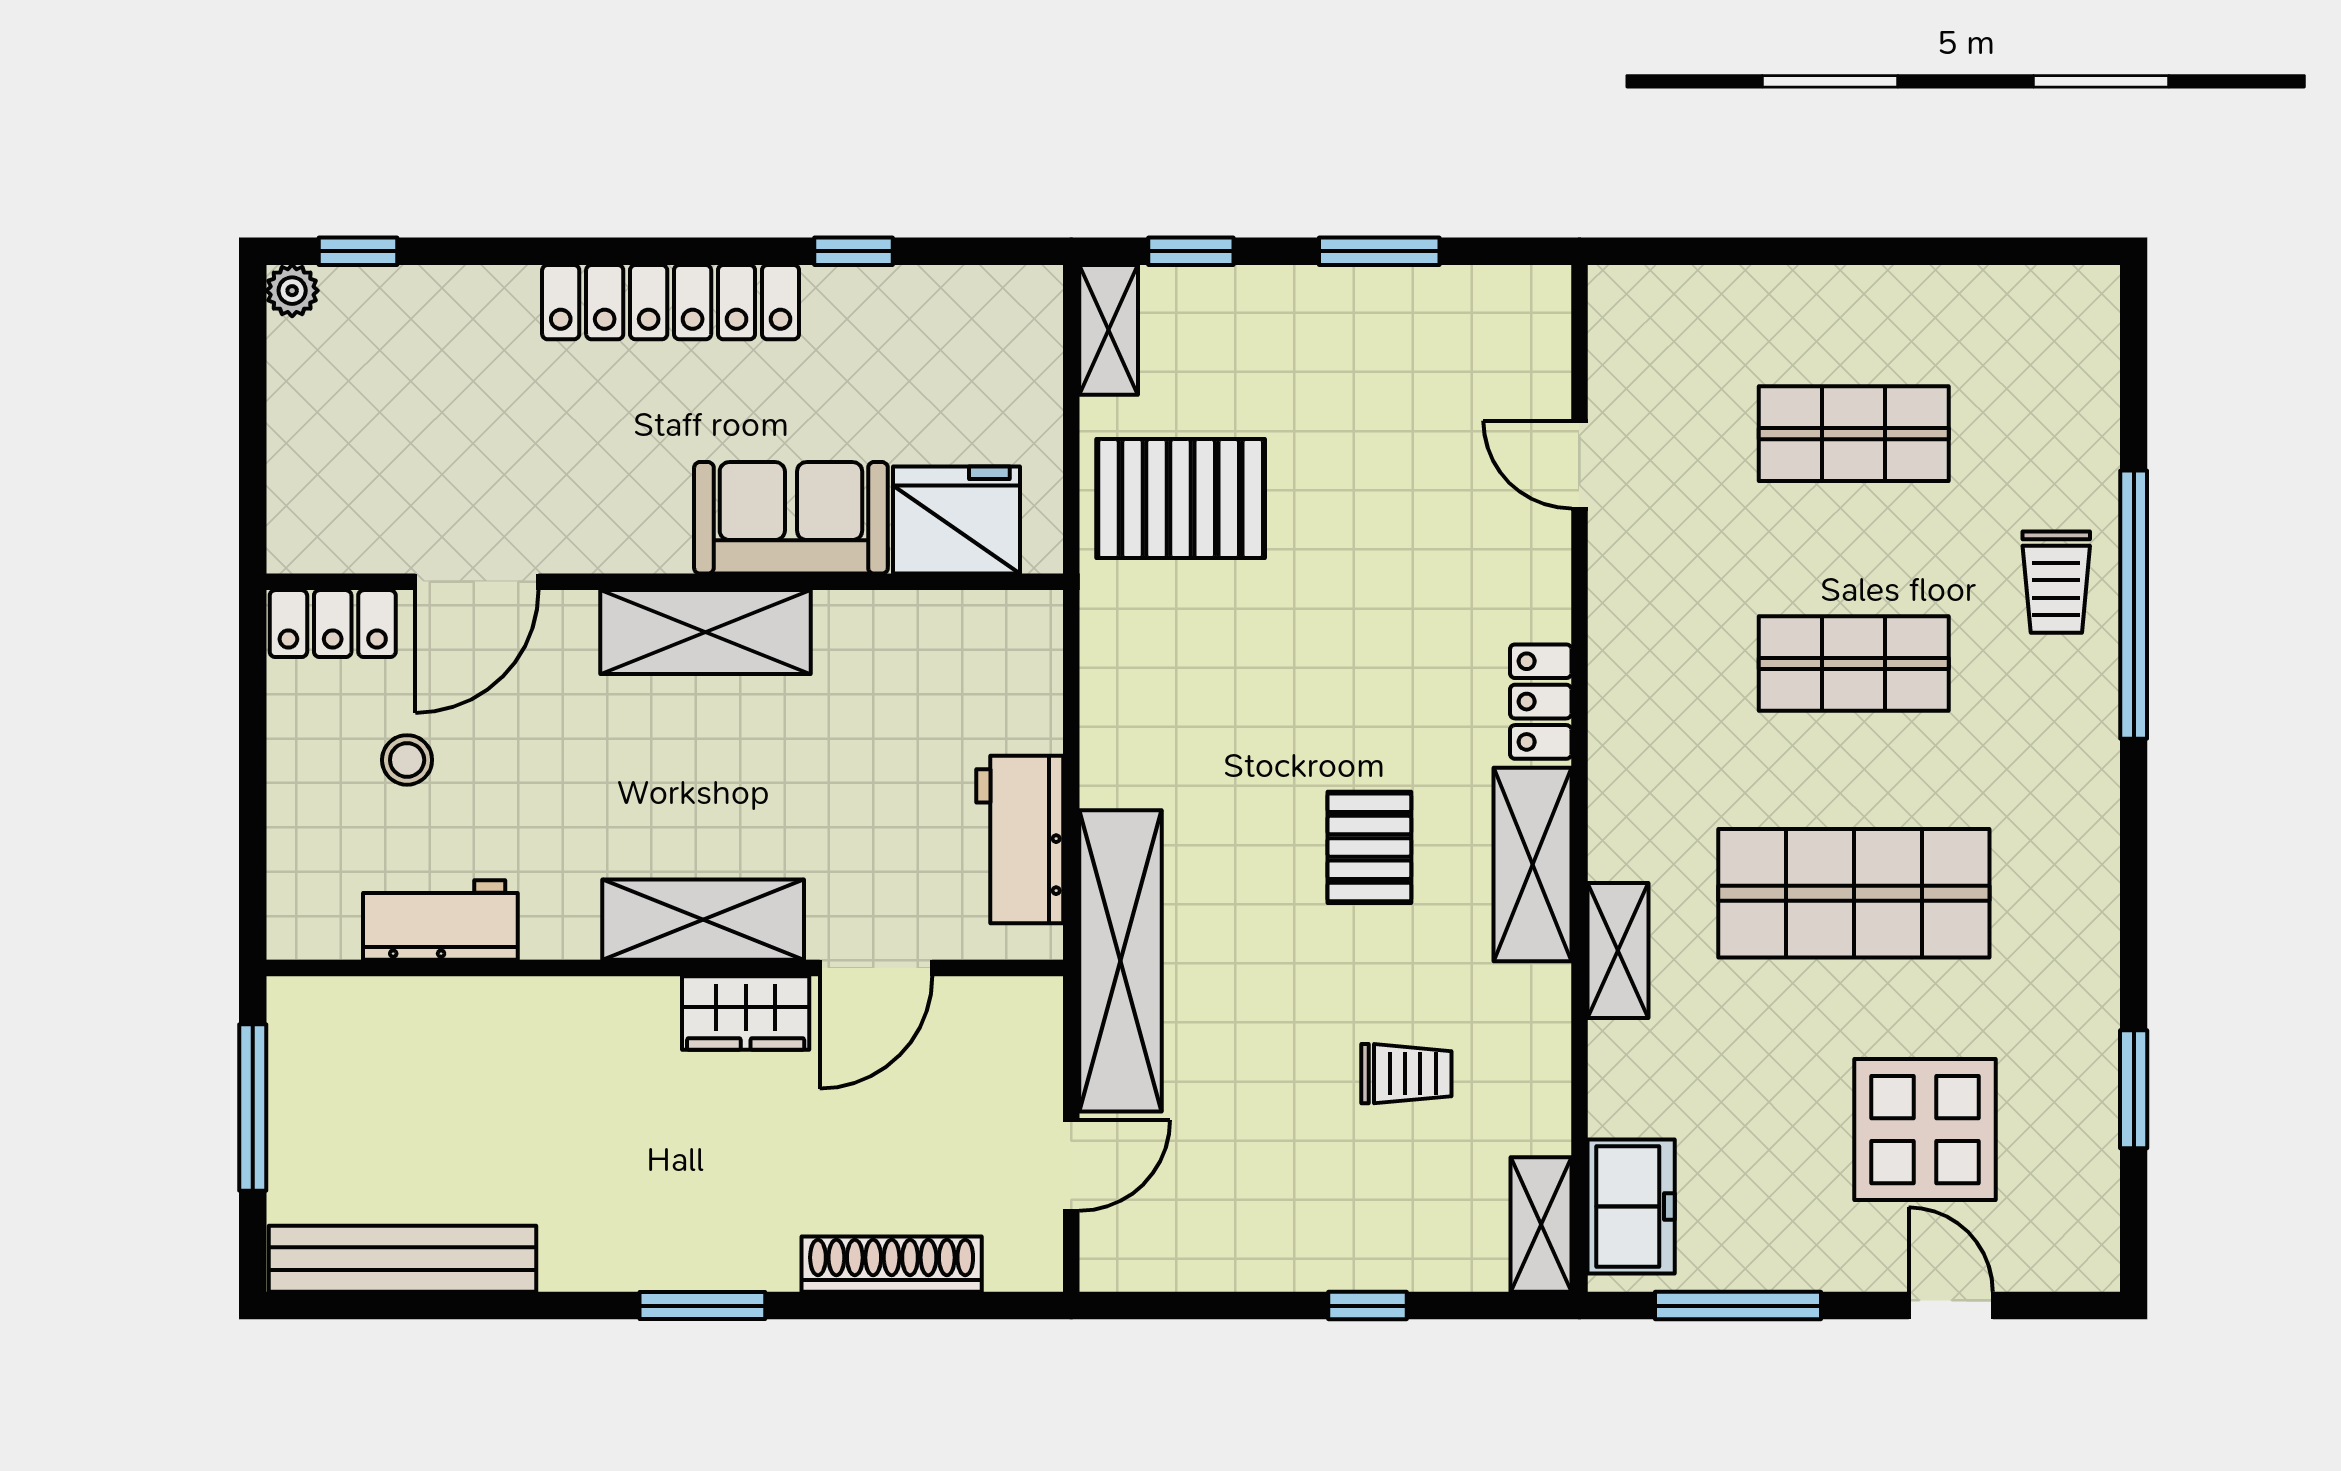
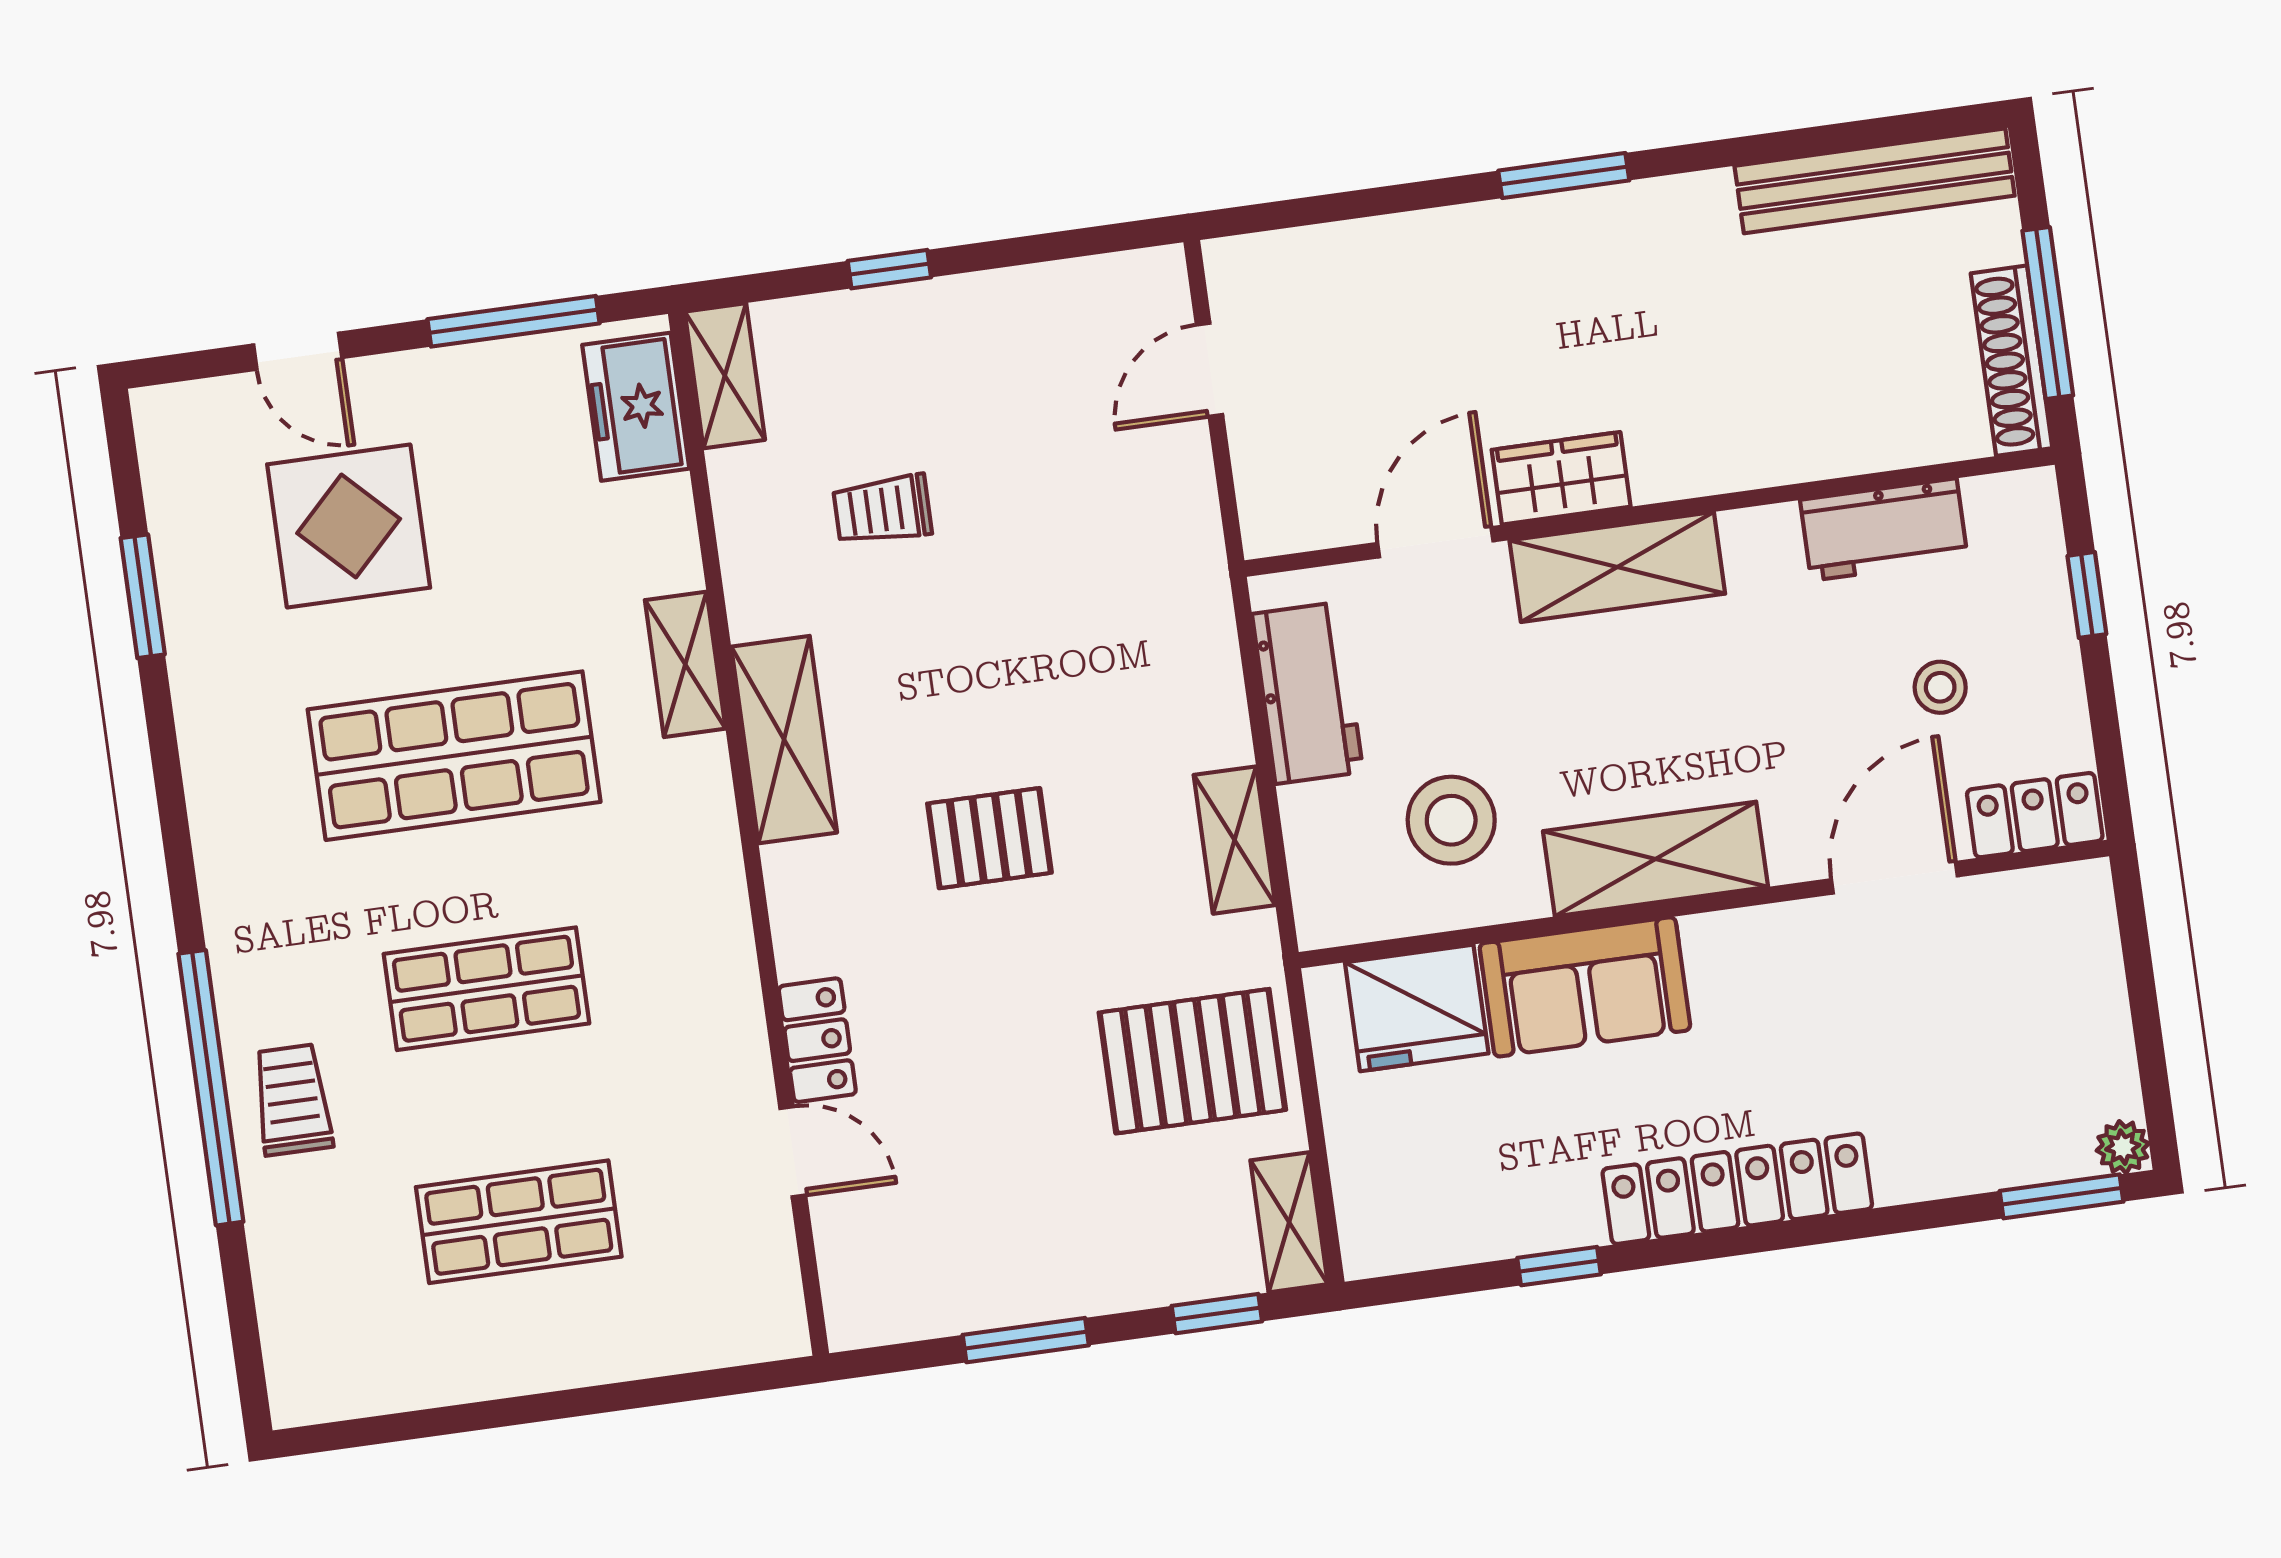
window: (358, 251) -> (2062, 1196), width x1.50
stool: (898, 697) -> (1451, 820), added
locker: (1541, 702) -> (817, 1040), moved
window: (253, 830) -> (2087, 595), added
pallet: (1369, 847) -> (989, 838), moved, turned 90
shelving: (1120, 961) -> (1235, 840), moved, width x0.45, depth x0.75
shoe rack: (892, 1264) -> (2012, 361), moved, turned 90

